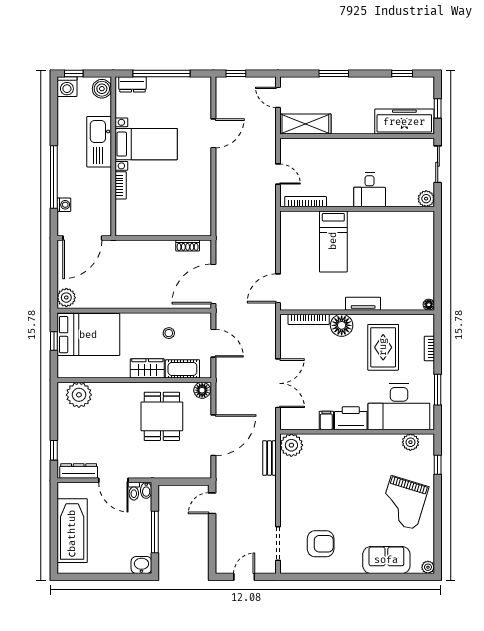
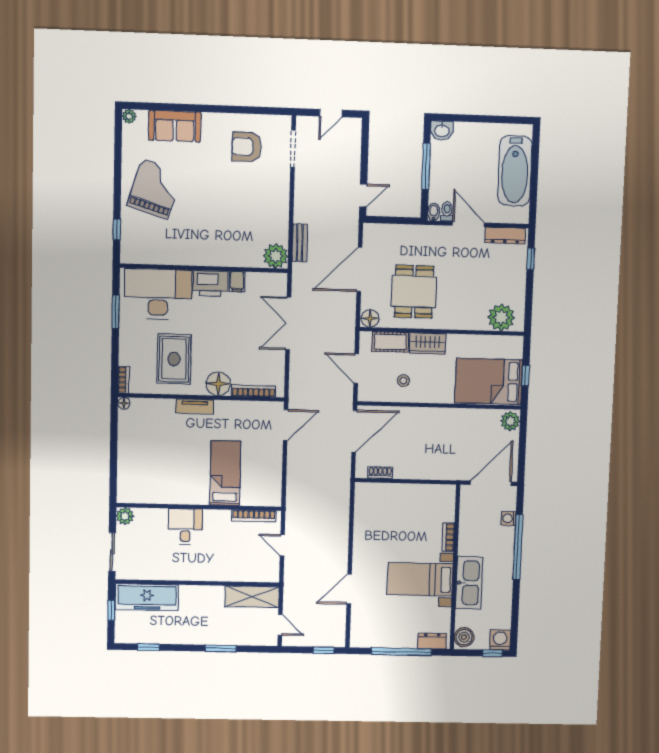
bookcase: (429, 348) -> (123, 380), moved
plant: (410, 442) -> (146, 255), removed

